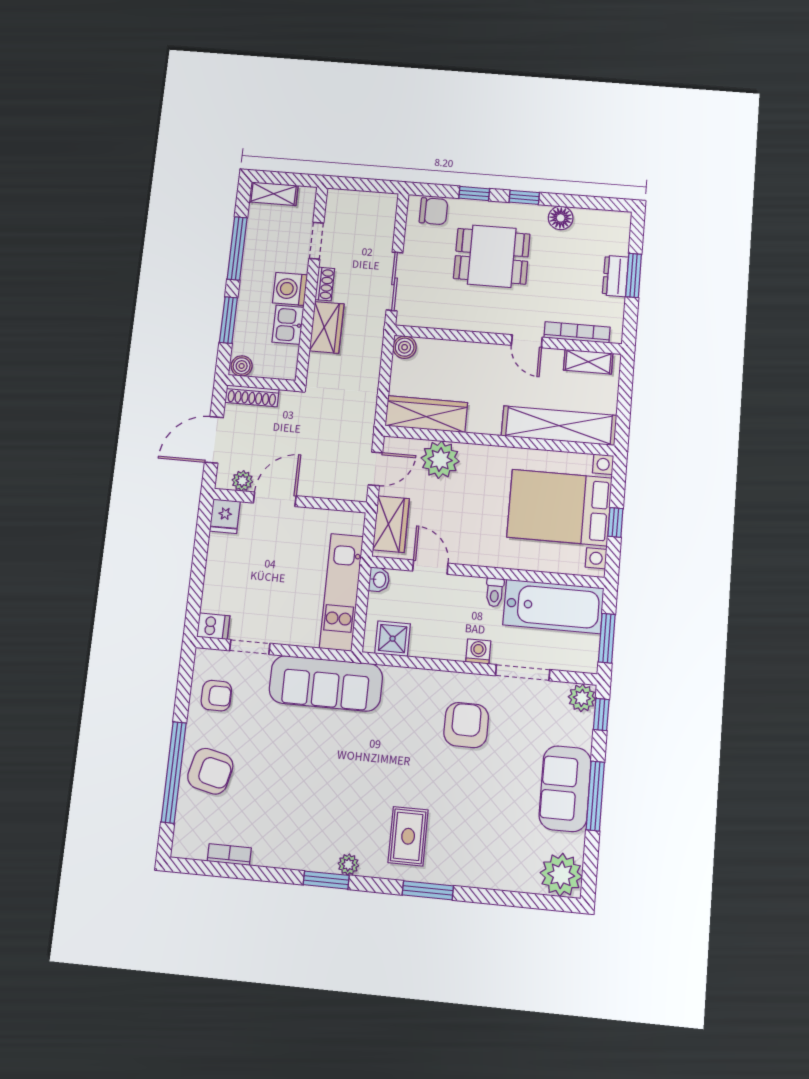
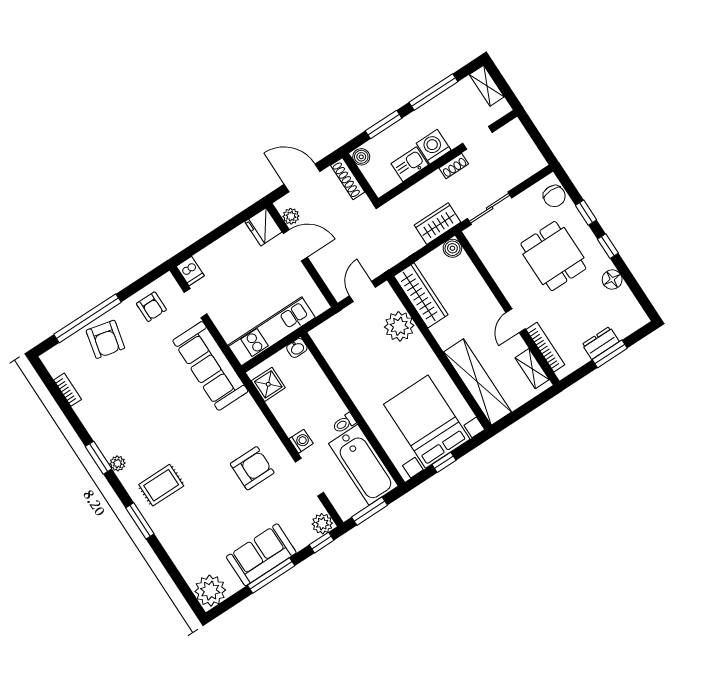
wardrobe: (327, 327) -> (437, 224), moved, turned 180
door: (375, 469) -> (362, 291), swing flipped
fridge: (225, 516) -> (263, 227), width x1.38
wardrobe: (391, 524) -> (336, 328), removed
door: (430, 567) -> (329, 373), removed

